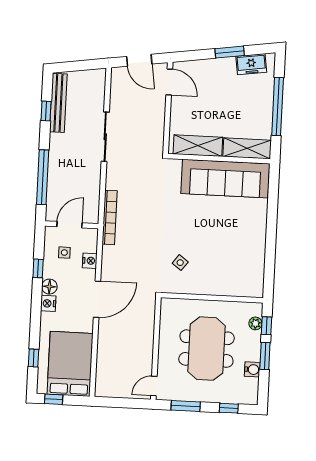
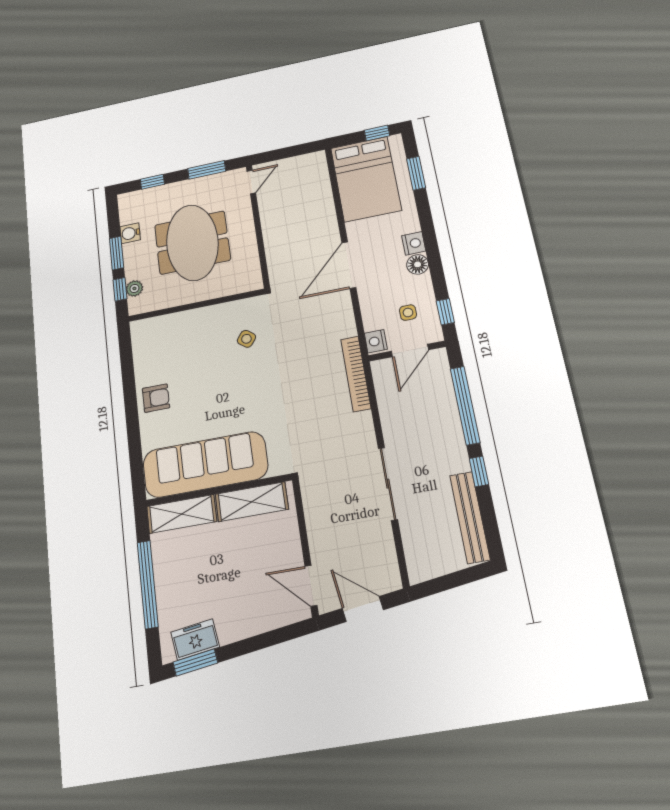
window: (230, 52) -> (195, 662), moved
window: (46, 111) -> (479, 471), moved
armchair: (252, 235) -> (156, 398), added
nightstand: (90, 261) -> (376, 341), moved
window: (38, 268) -> (445, 312), moved
window: (34, 358) -> (416, 173), width x1.50

